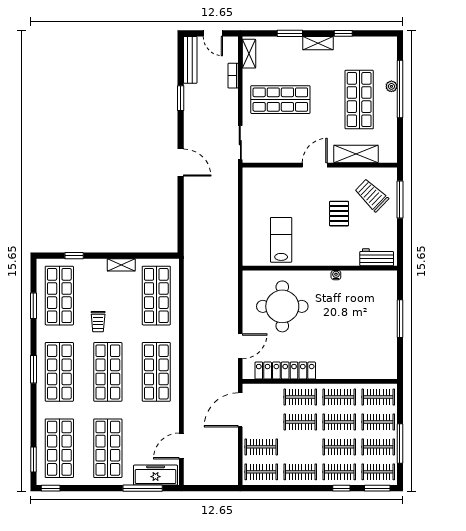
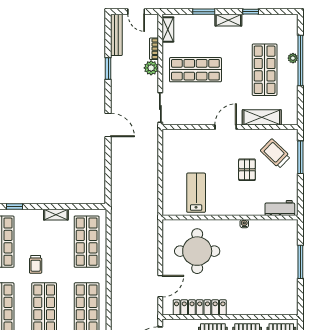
plant: (230, 97) -> (151, 68), added

